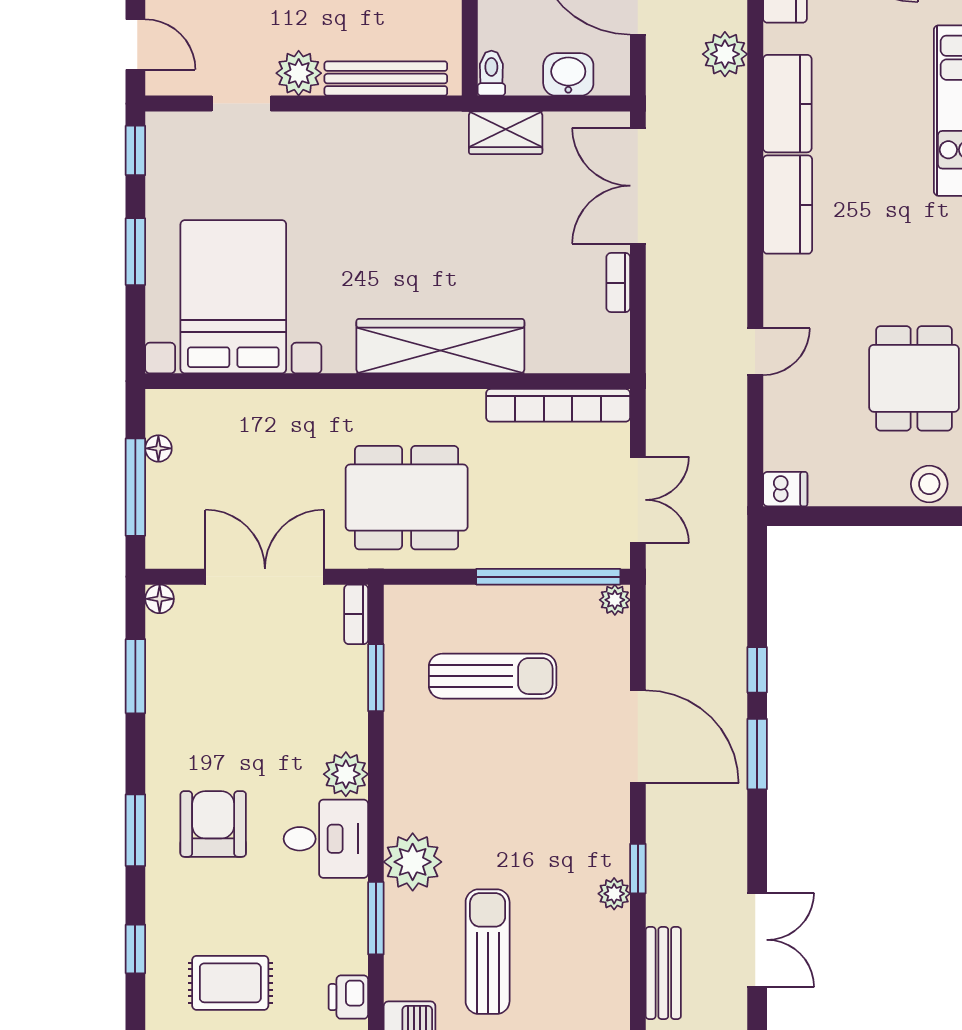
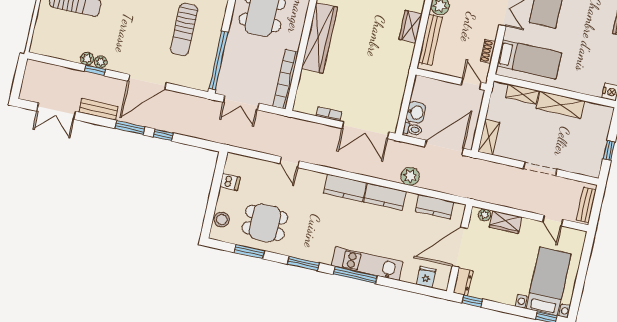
toilet: (491, 73) -> (413, 129), moved
wardrobe: (506, 133) -> (411, 27), moved
double door: (638, 186) -> (366, 130), swing flipped
dishwasher: (785, 489) -> (230, 182), moved, turned -90
plant: (615, 600) -> (101, 62), moved
bench: (663, 973) -> (98, 109), moved

